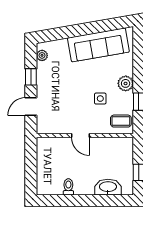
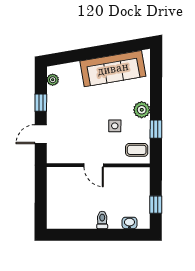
toilet: (68, 187) -> (102, 220), moved
washbasin: (108, 187) -> (129, 223), width x0.52, depth x0.69

